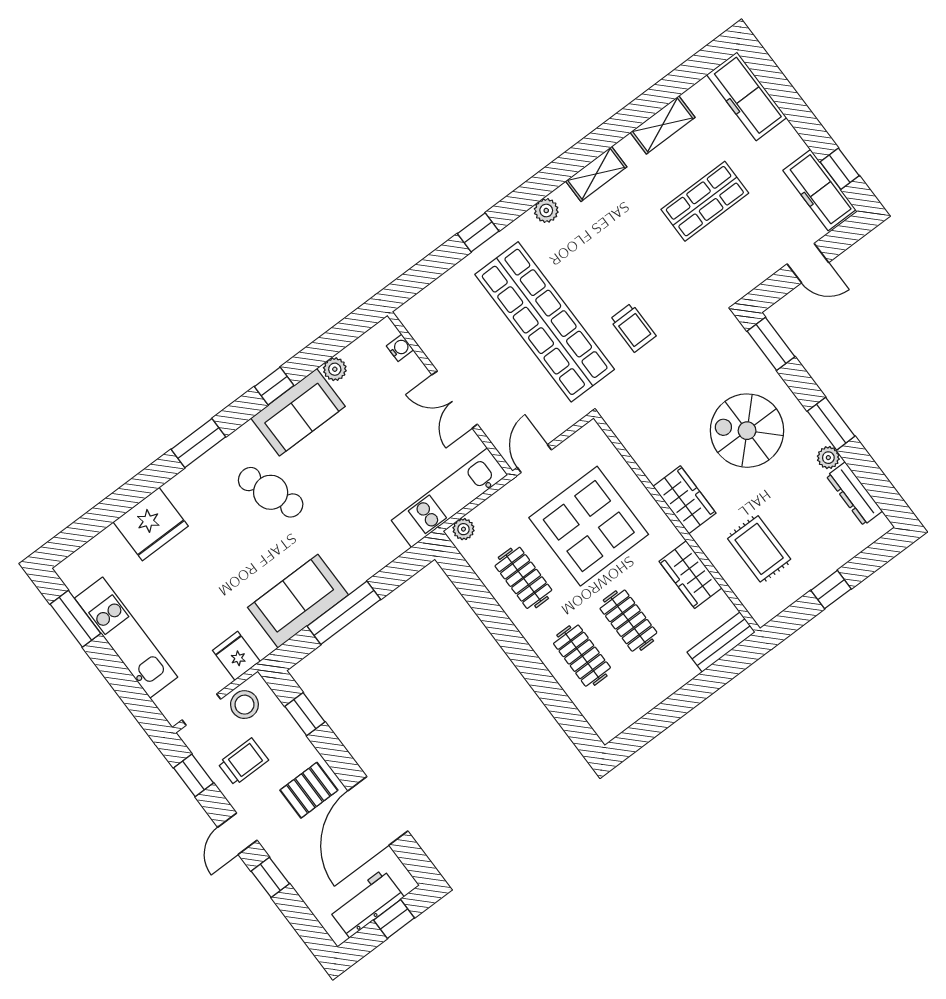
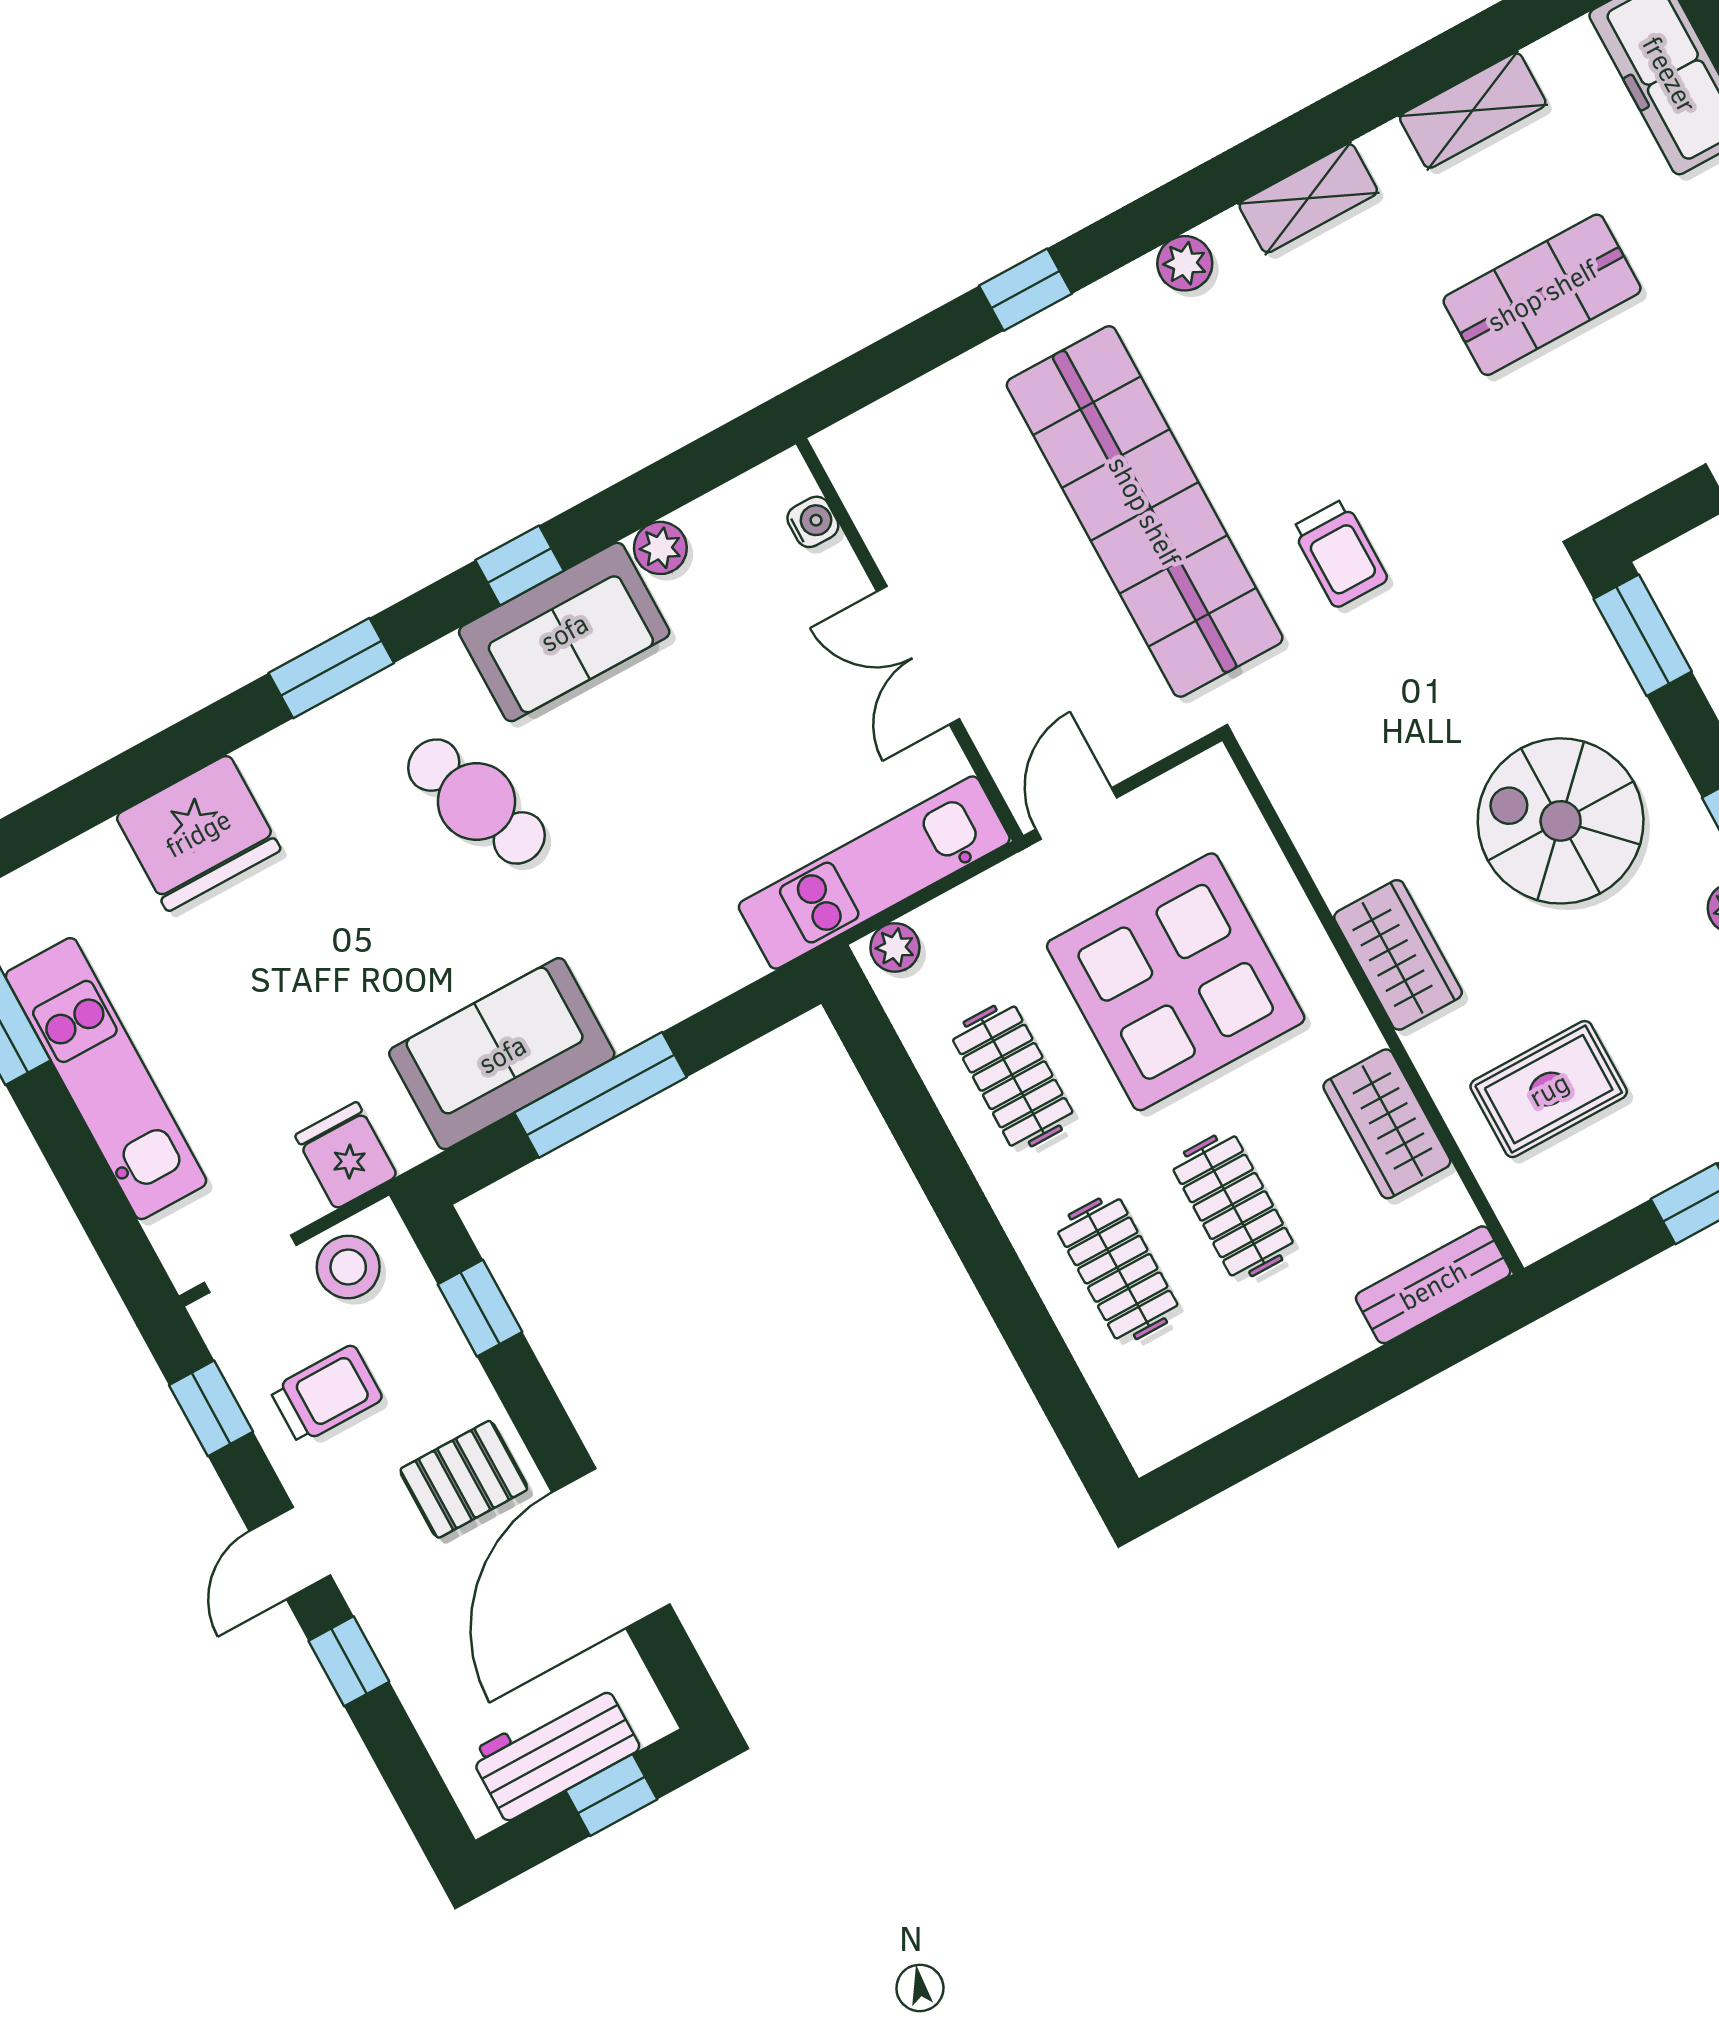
rug: (759, 549) -> (1549, 1089), turned 90

